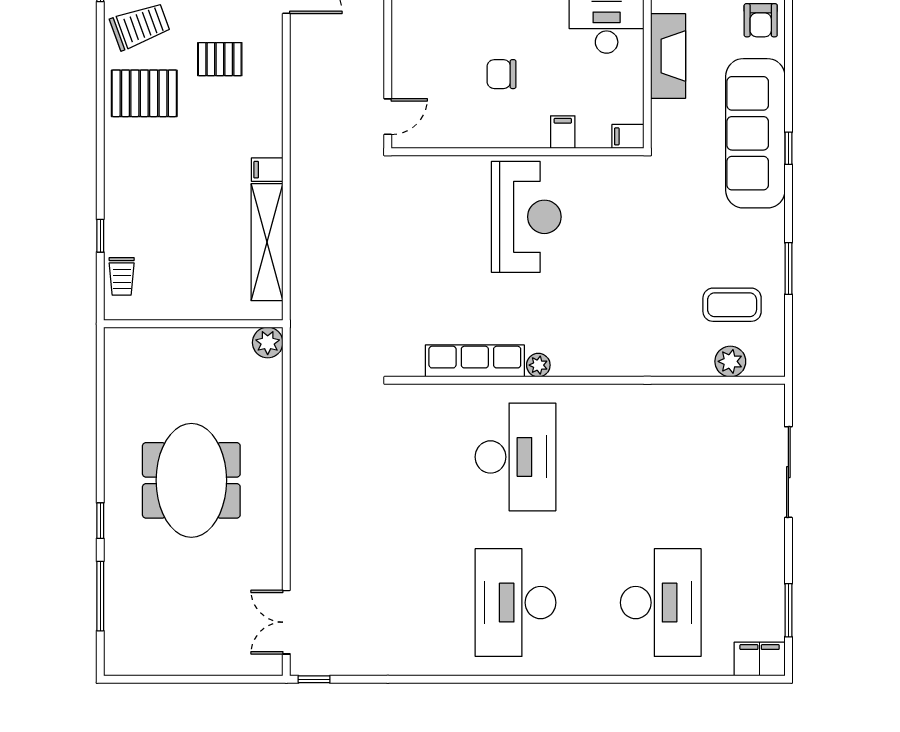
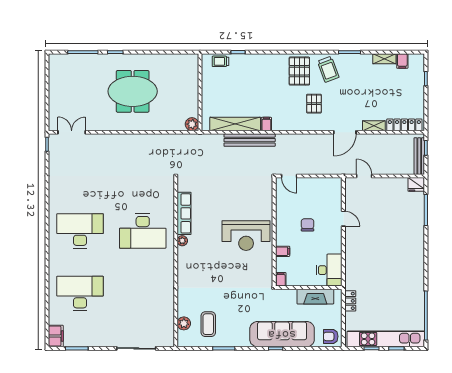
bench: (304, 209) -> (250, 140), added
desk: (661, 603) -> (80, 293), turned 180

